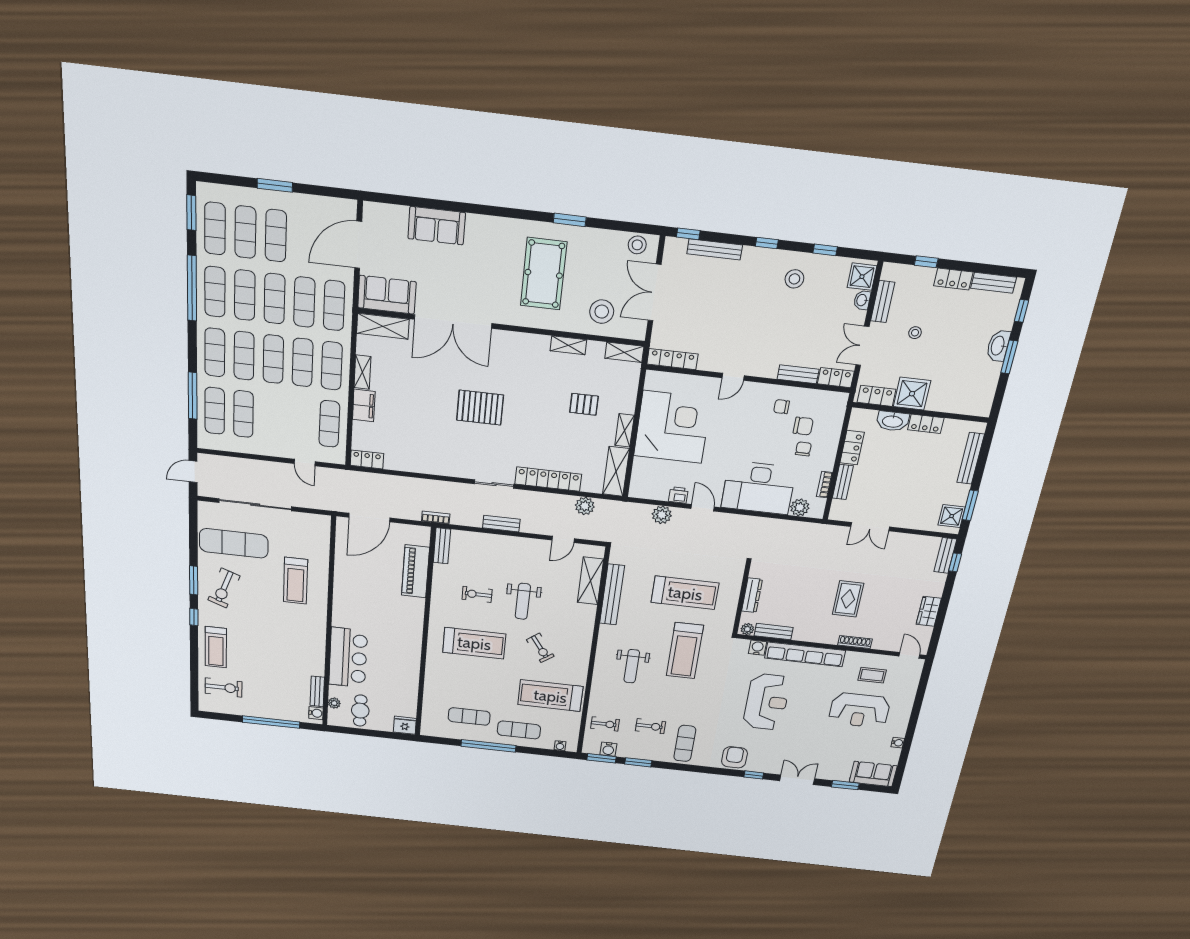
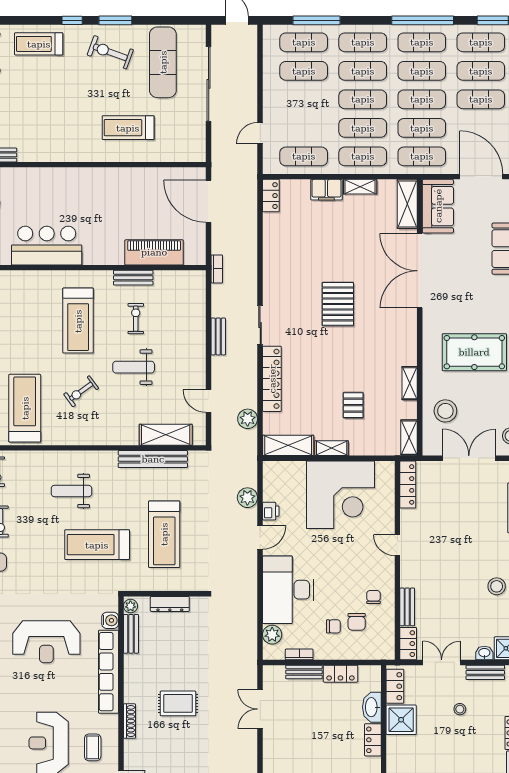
bench: (442, 546) -> (133, 278), moved
bar counter: (348, 658) -> (47, 246), moved, turned 180

